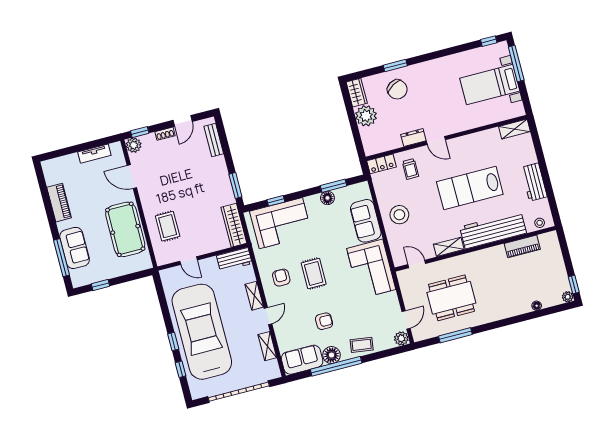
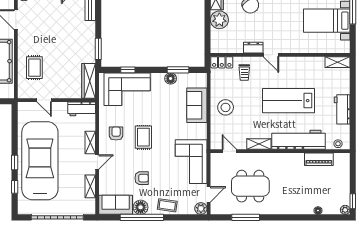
corner sofa: (371, 269) -> (191, 162), moved

